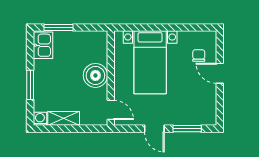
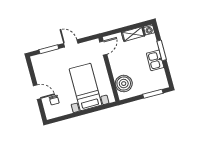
kitchen sink: (43, 45) -> (155, 60), moved
boiler: (95, 75) -> (124, 84), moved
door: (111, 110) -> (103, 48), swing flipped

